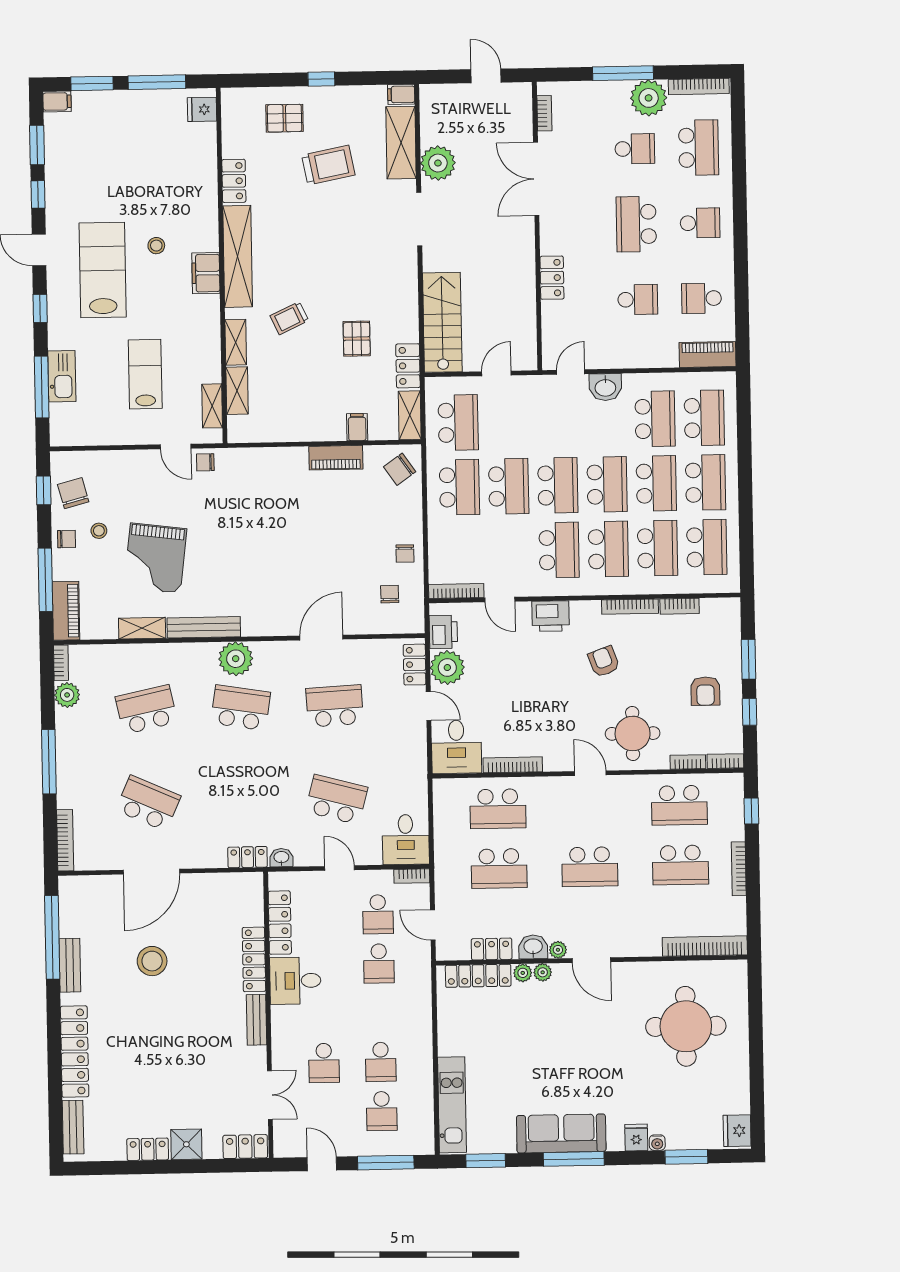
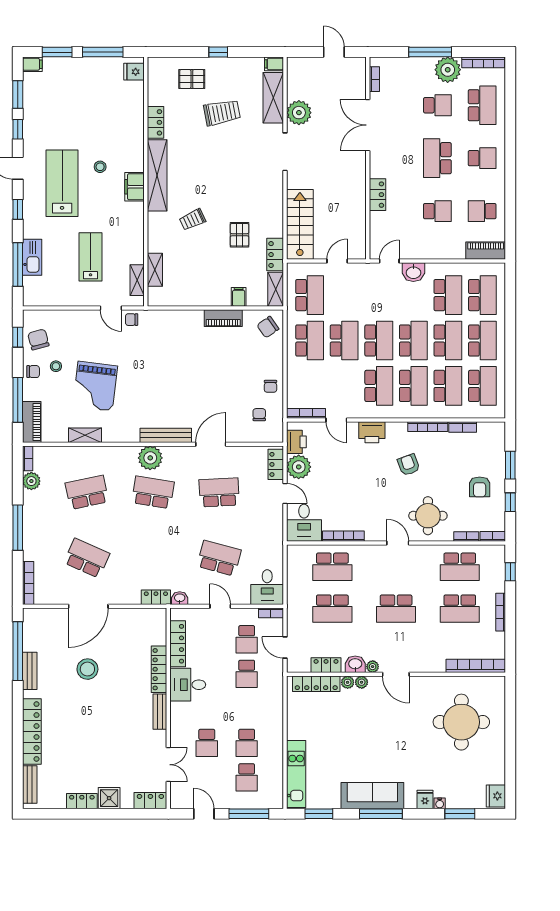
shelving: (236, 342) -> (155, 236), removed
bench: (204, 627) -> (166, 435), moved

